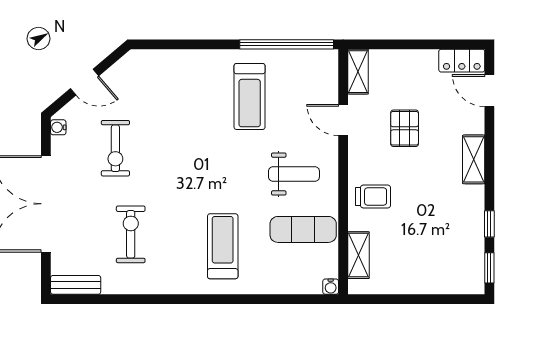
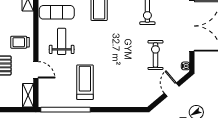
door: (85, 82) -> (172, 90), hinge flipped
weight bench: (294, 174) -> (62, 41), turned 90
trolley: (373, 197) -> (20, 42), moved

